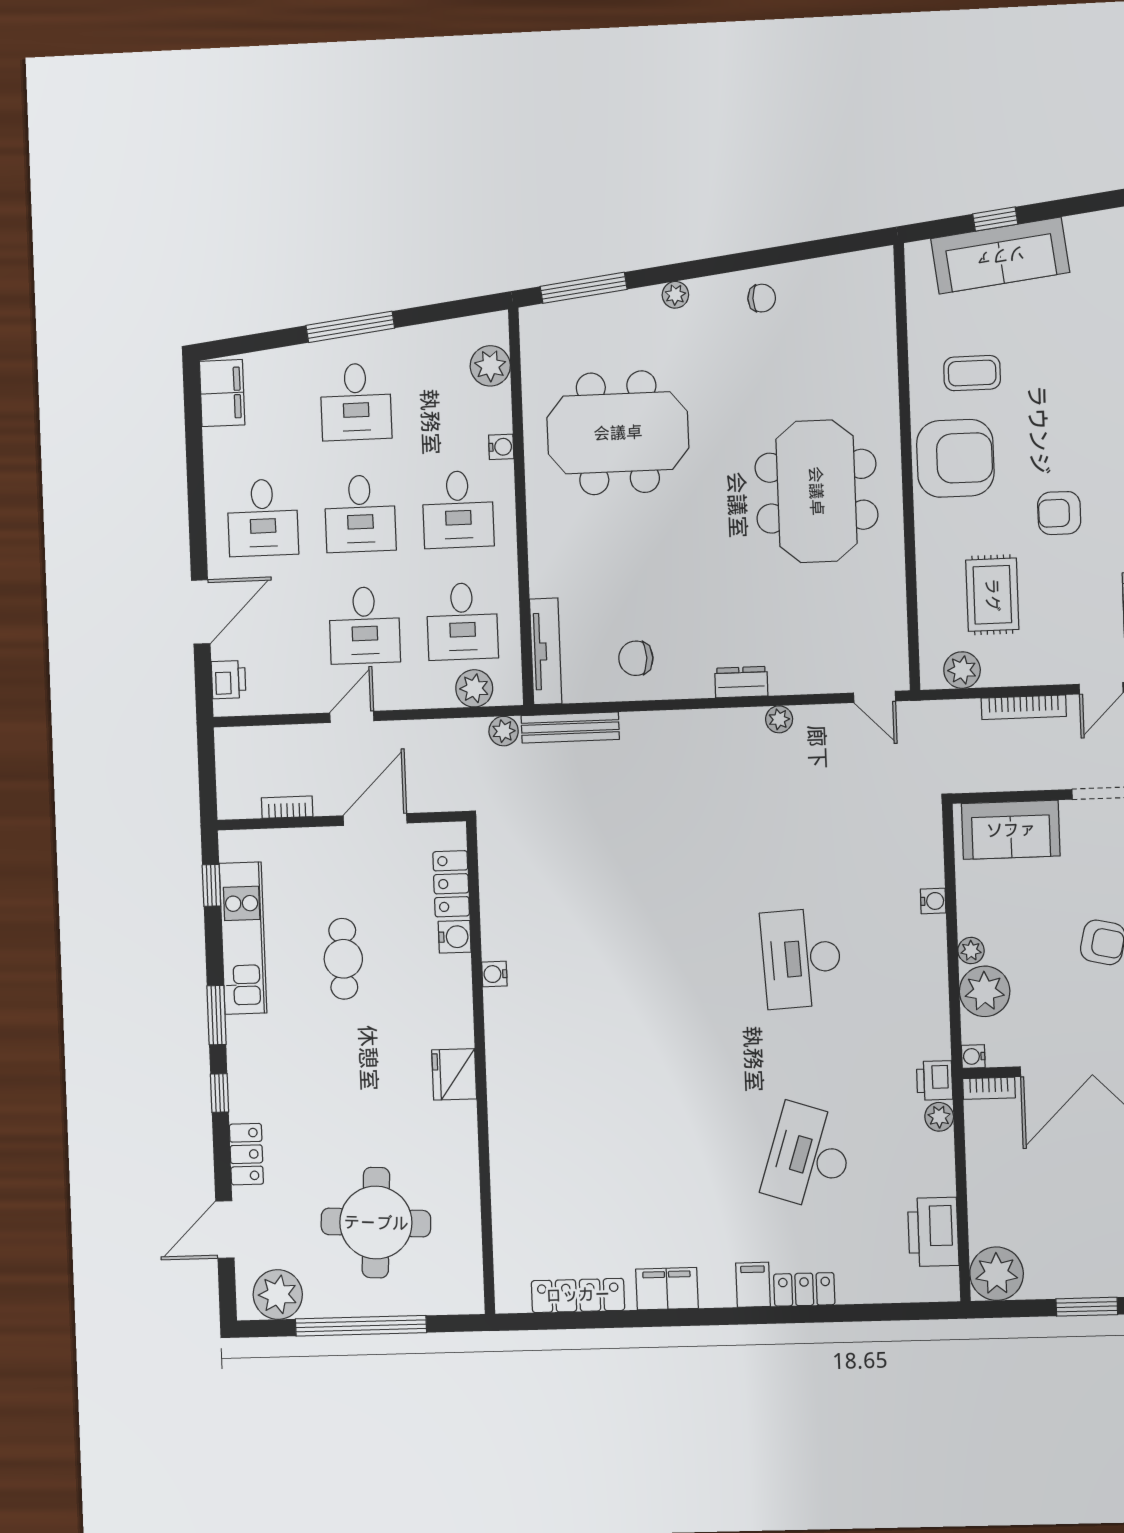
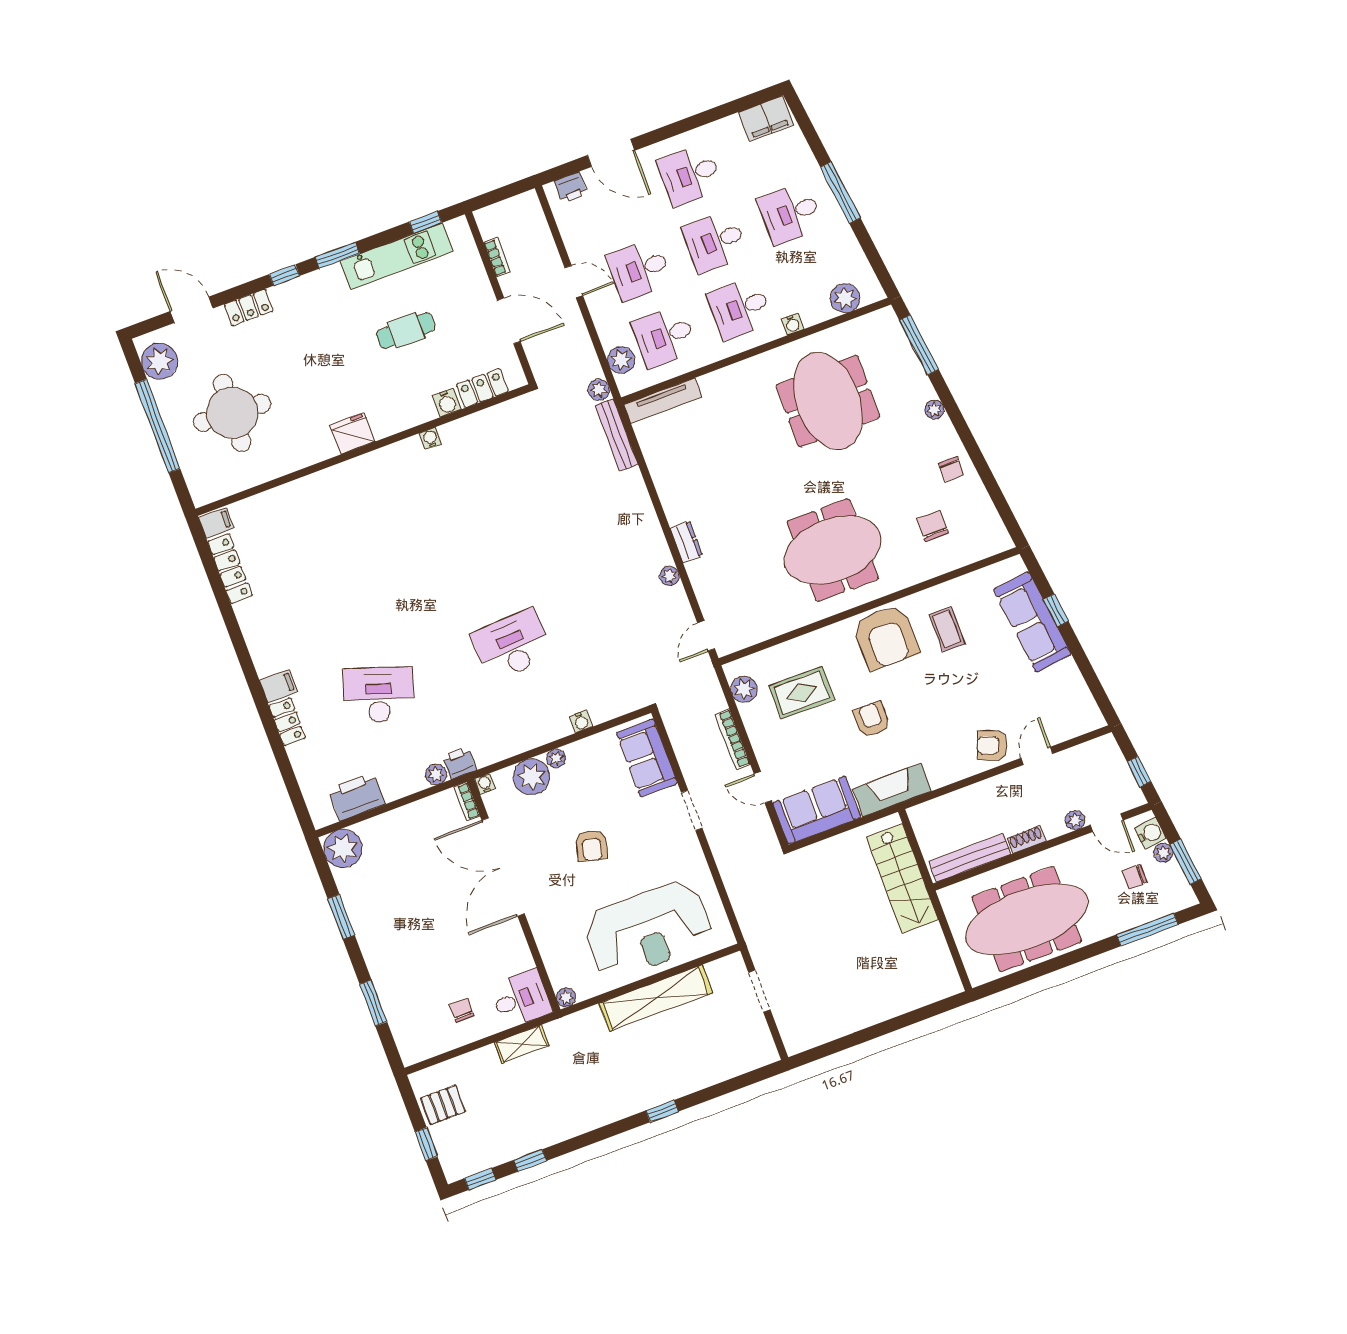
chair: (636, 658) -> (933, 526), moved
filing cabinet: (667, 1289) -> (216, 523), moved, width x0.50

